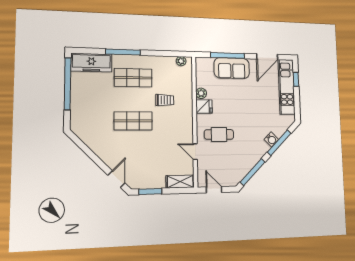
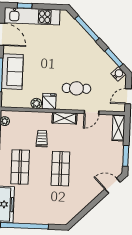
shelving: (187, 123) -> (65, 118), added
cafe table: (219, 134) -> (76, 88), turned 90
water cooler: (271, 139) -> (118, 74), moved
window: (253, 172) -> (114, 58), width x0.69

